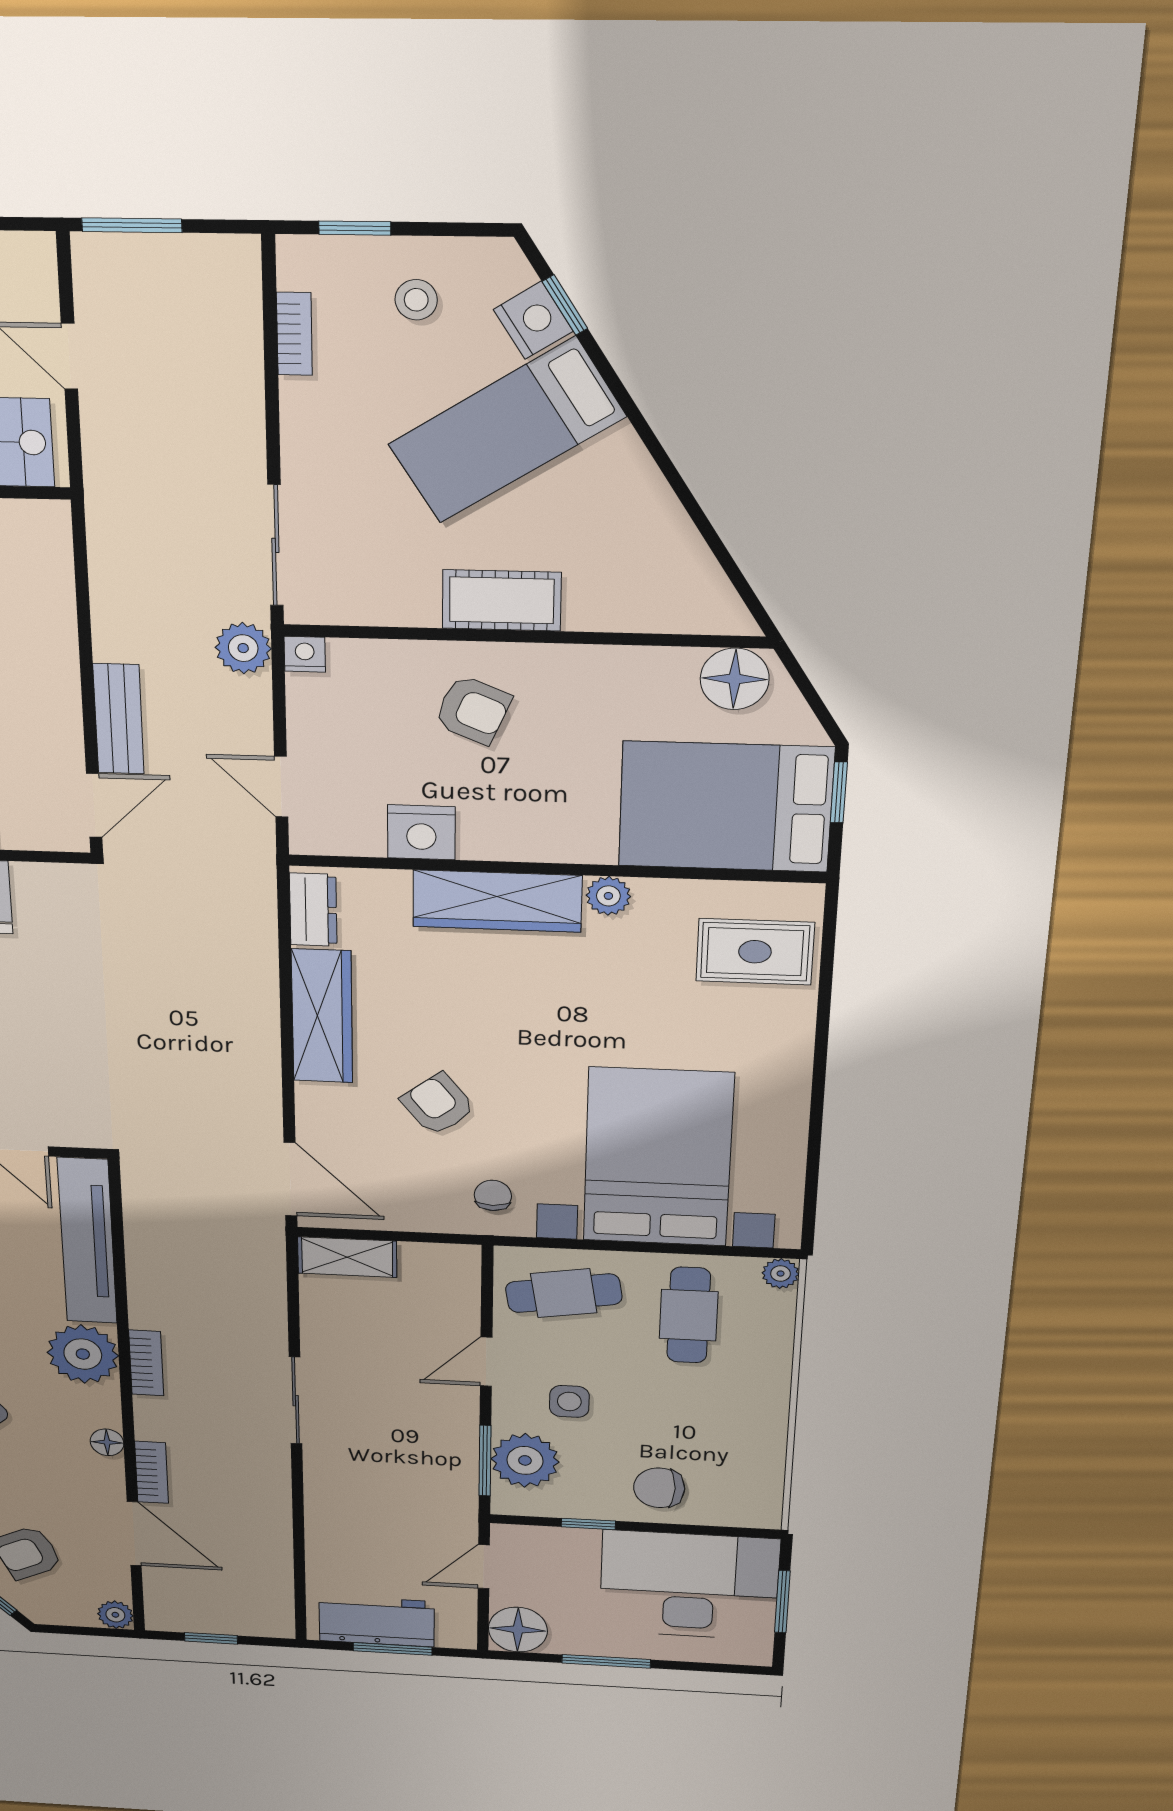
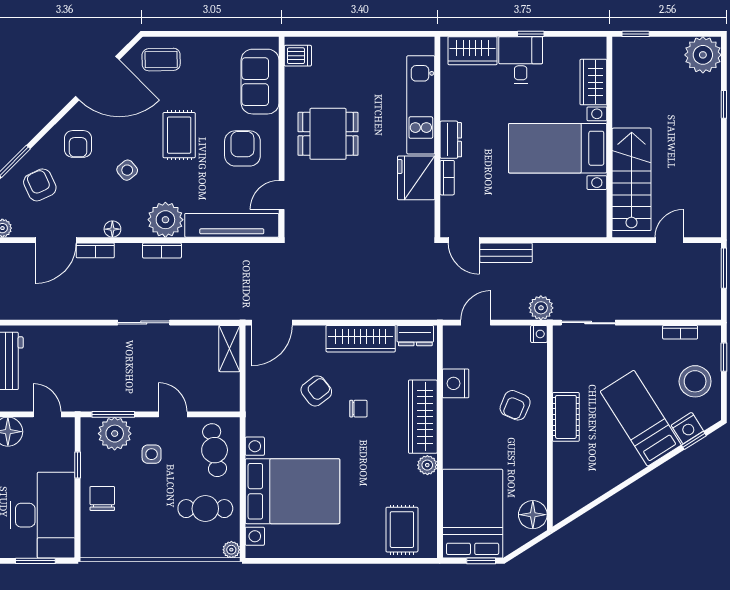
stool: (416, 300) -> (695, 381), width x1.89, depth x1.89
chair: (493, 1195) -> (358, 409), moved

